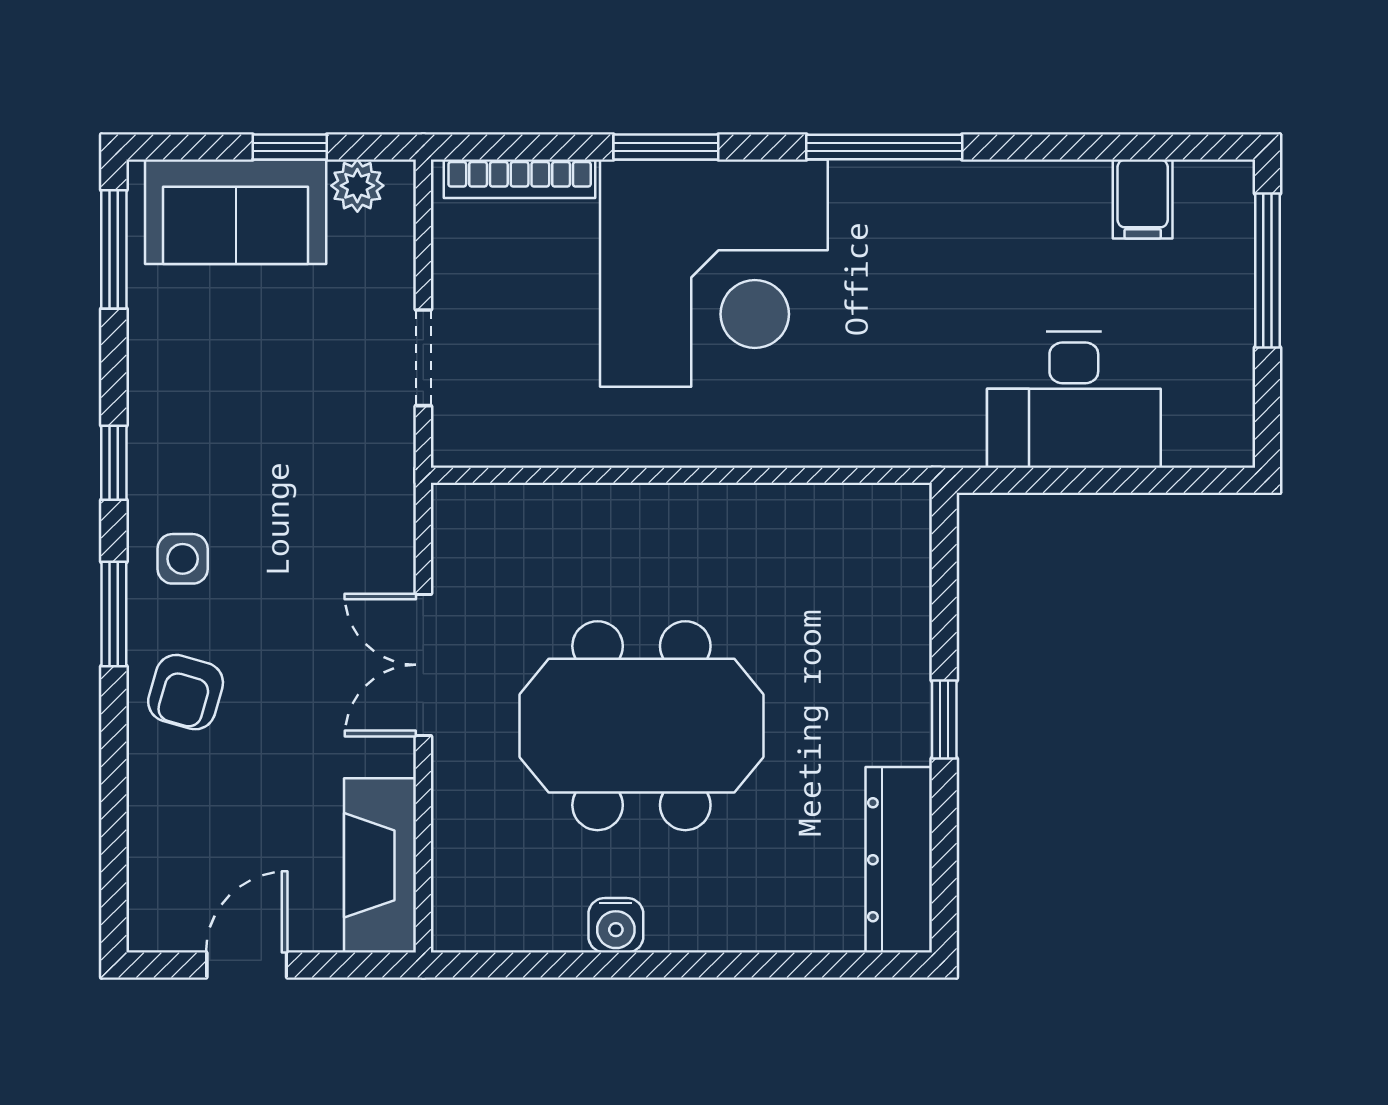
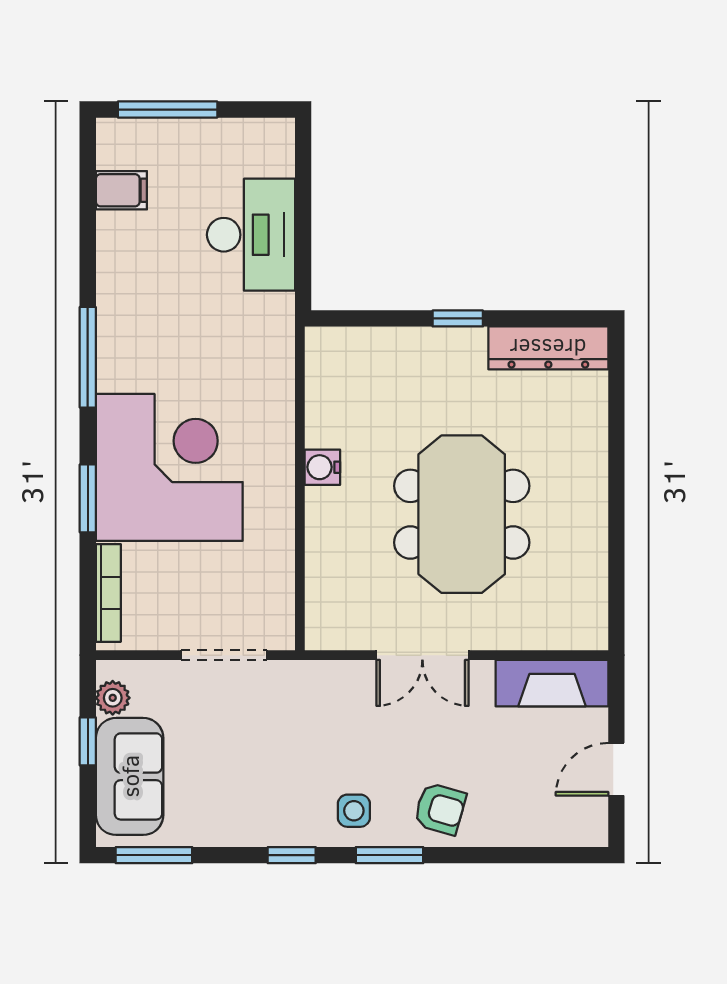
doorway: (423, 358) -> (224, 655), width x1.38
water cooler: (616, 925) -> (322, 467), moved, turned 180
door: (247, 965) -> (616, 769), hinge flipped

